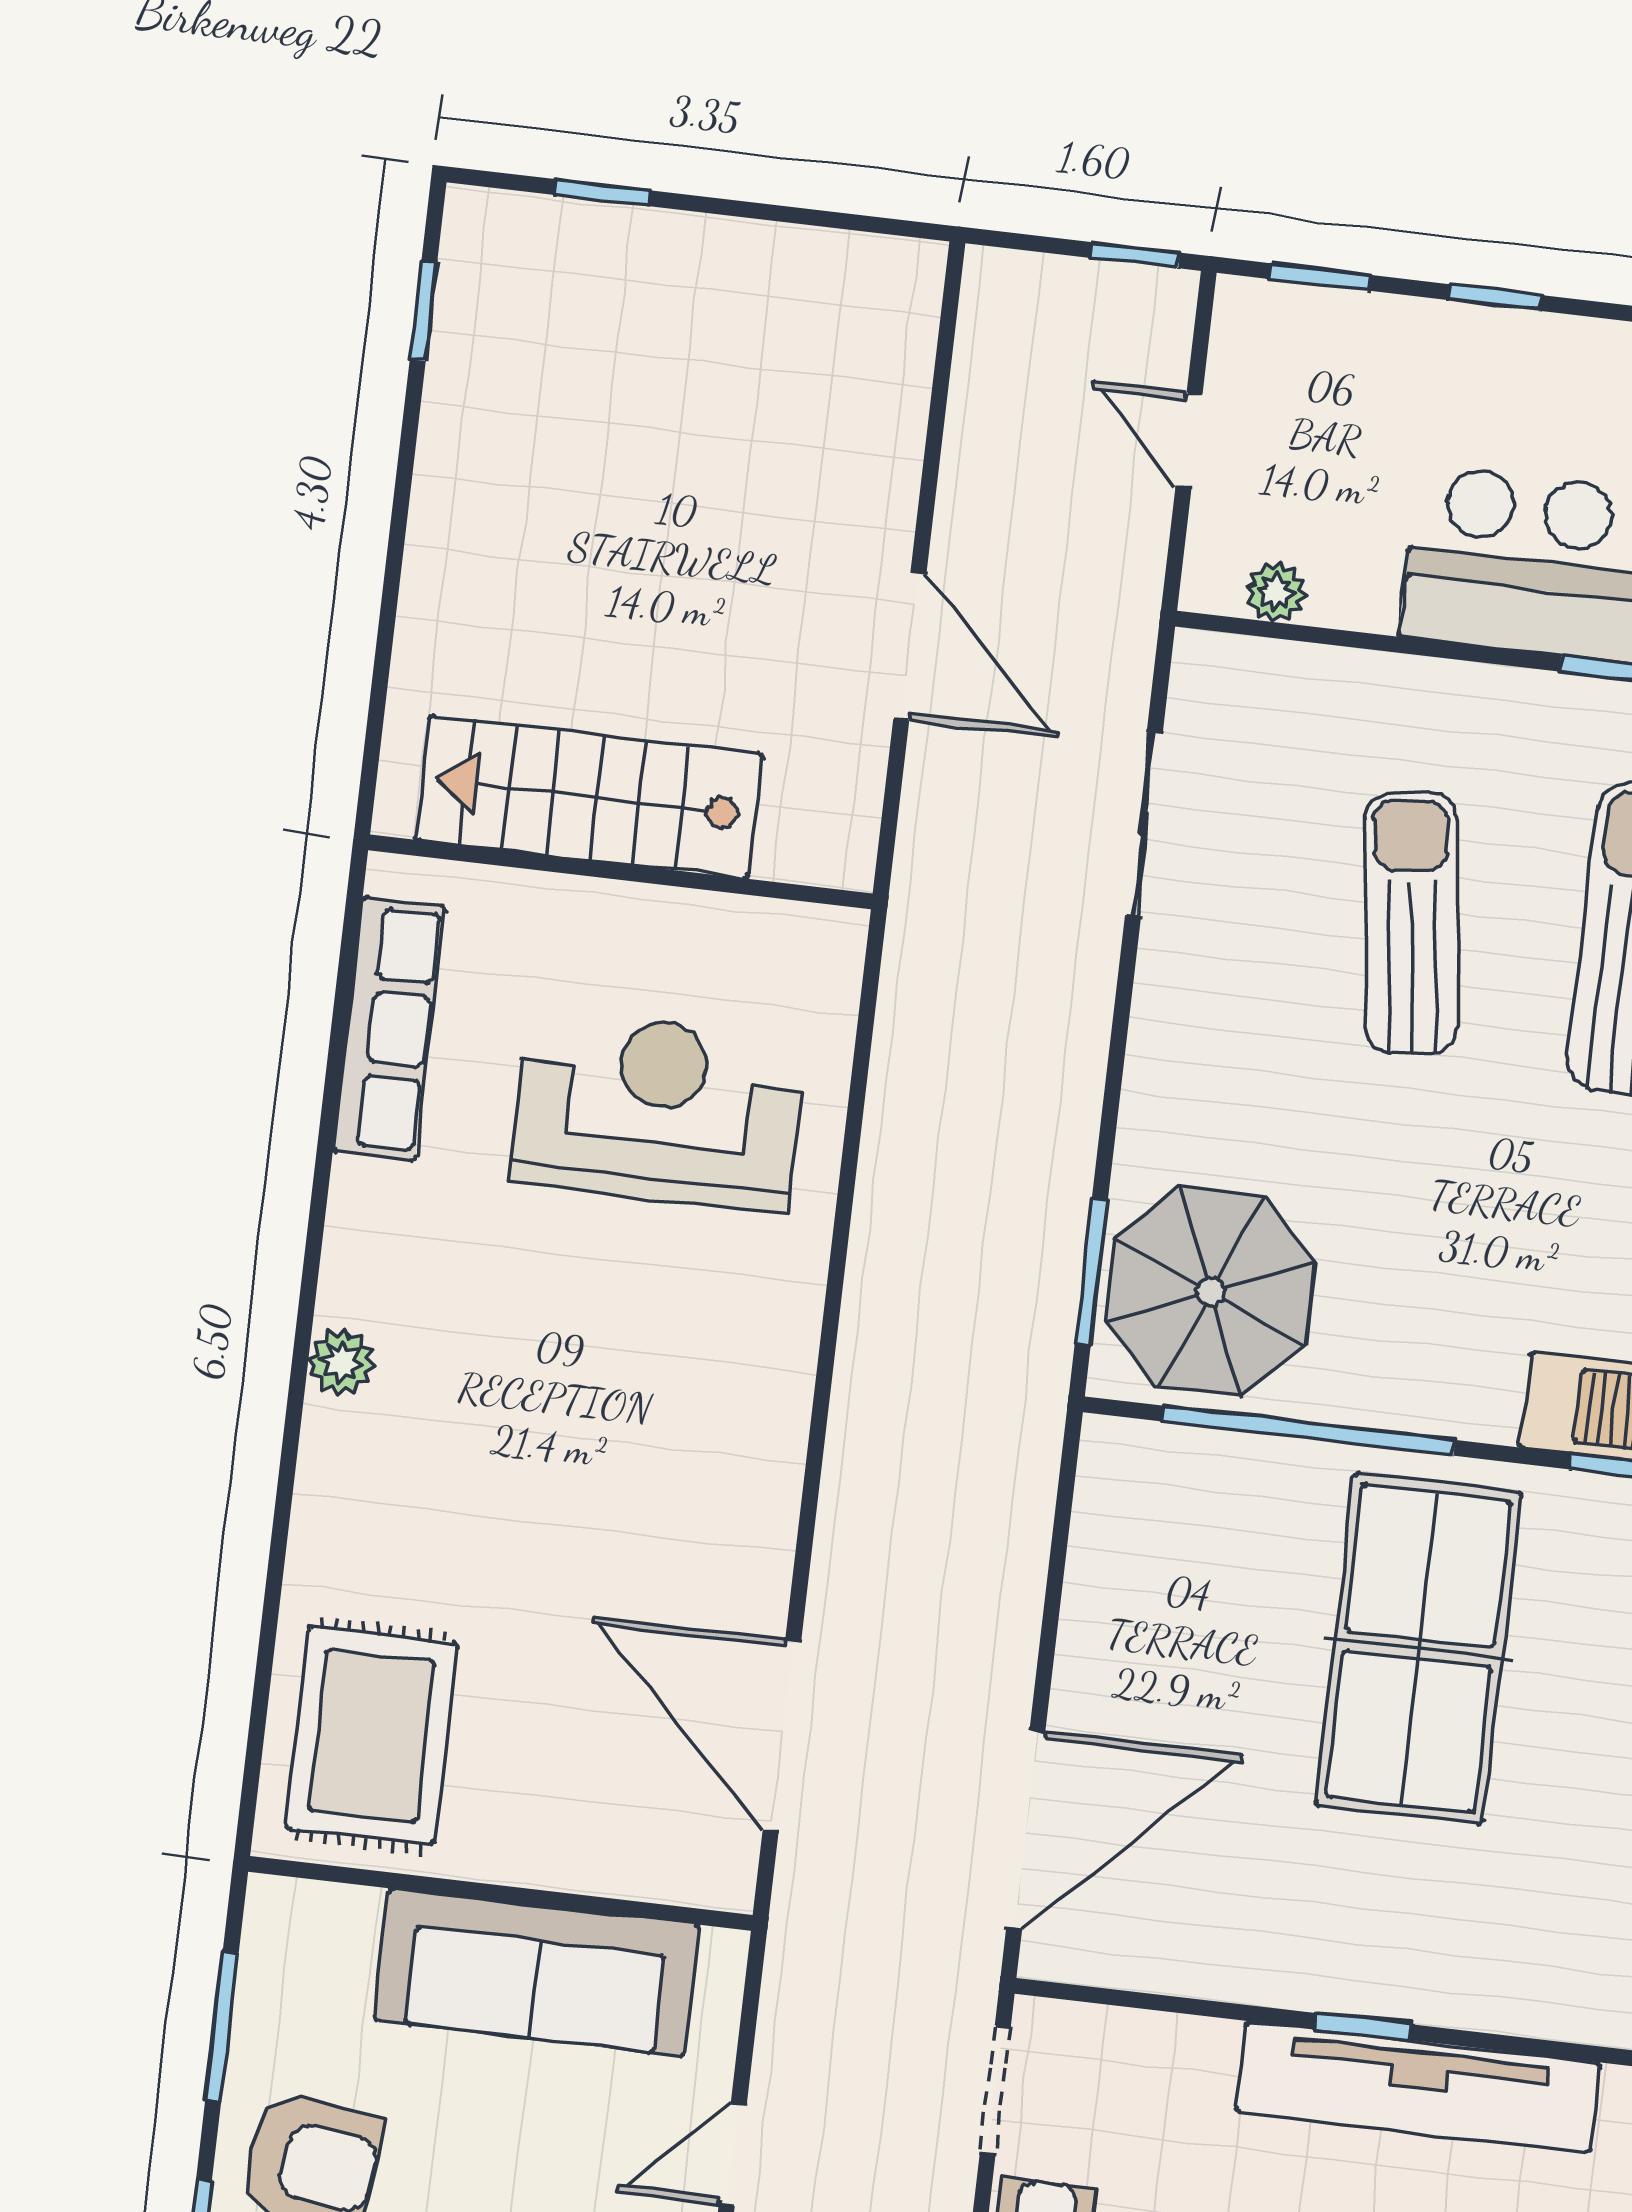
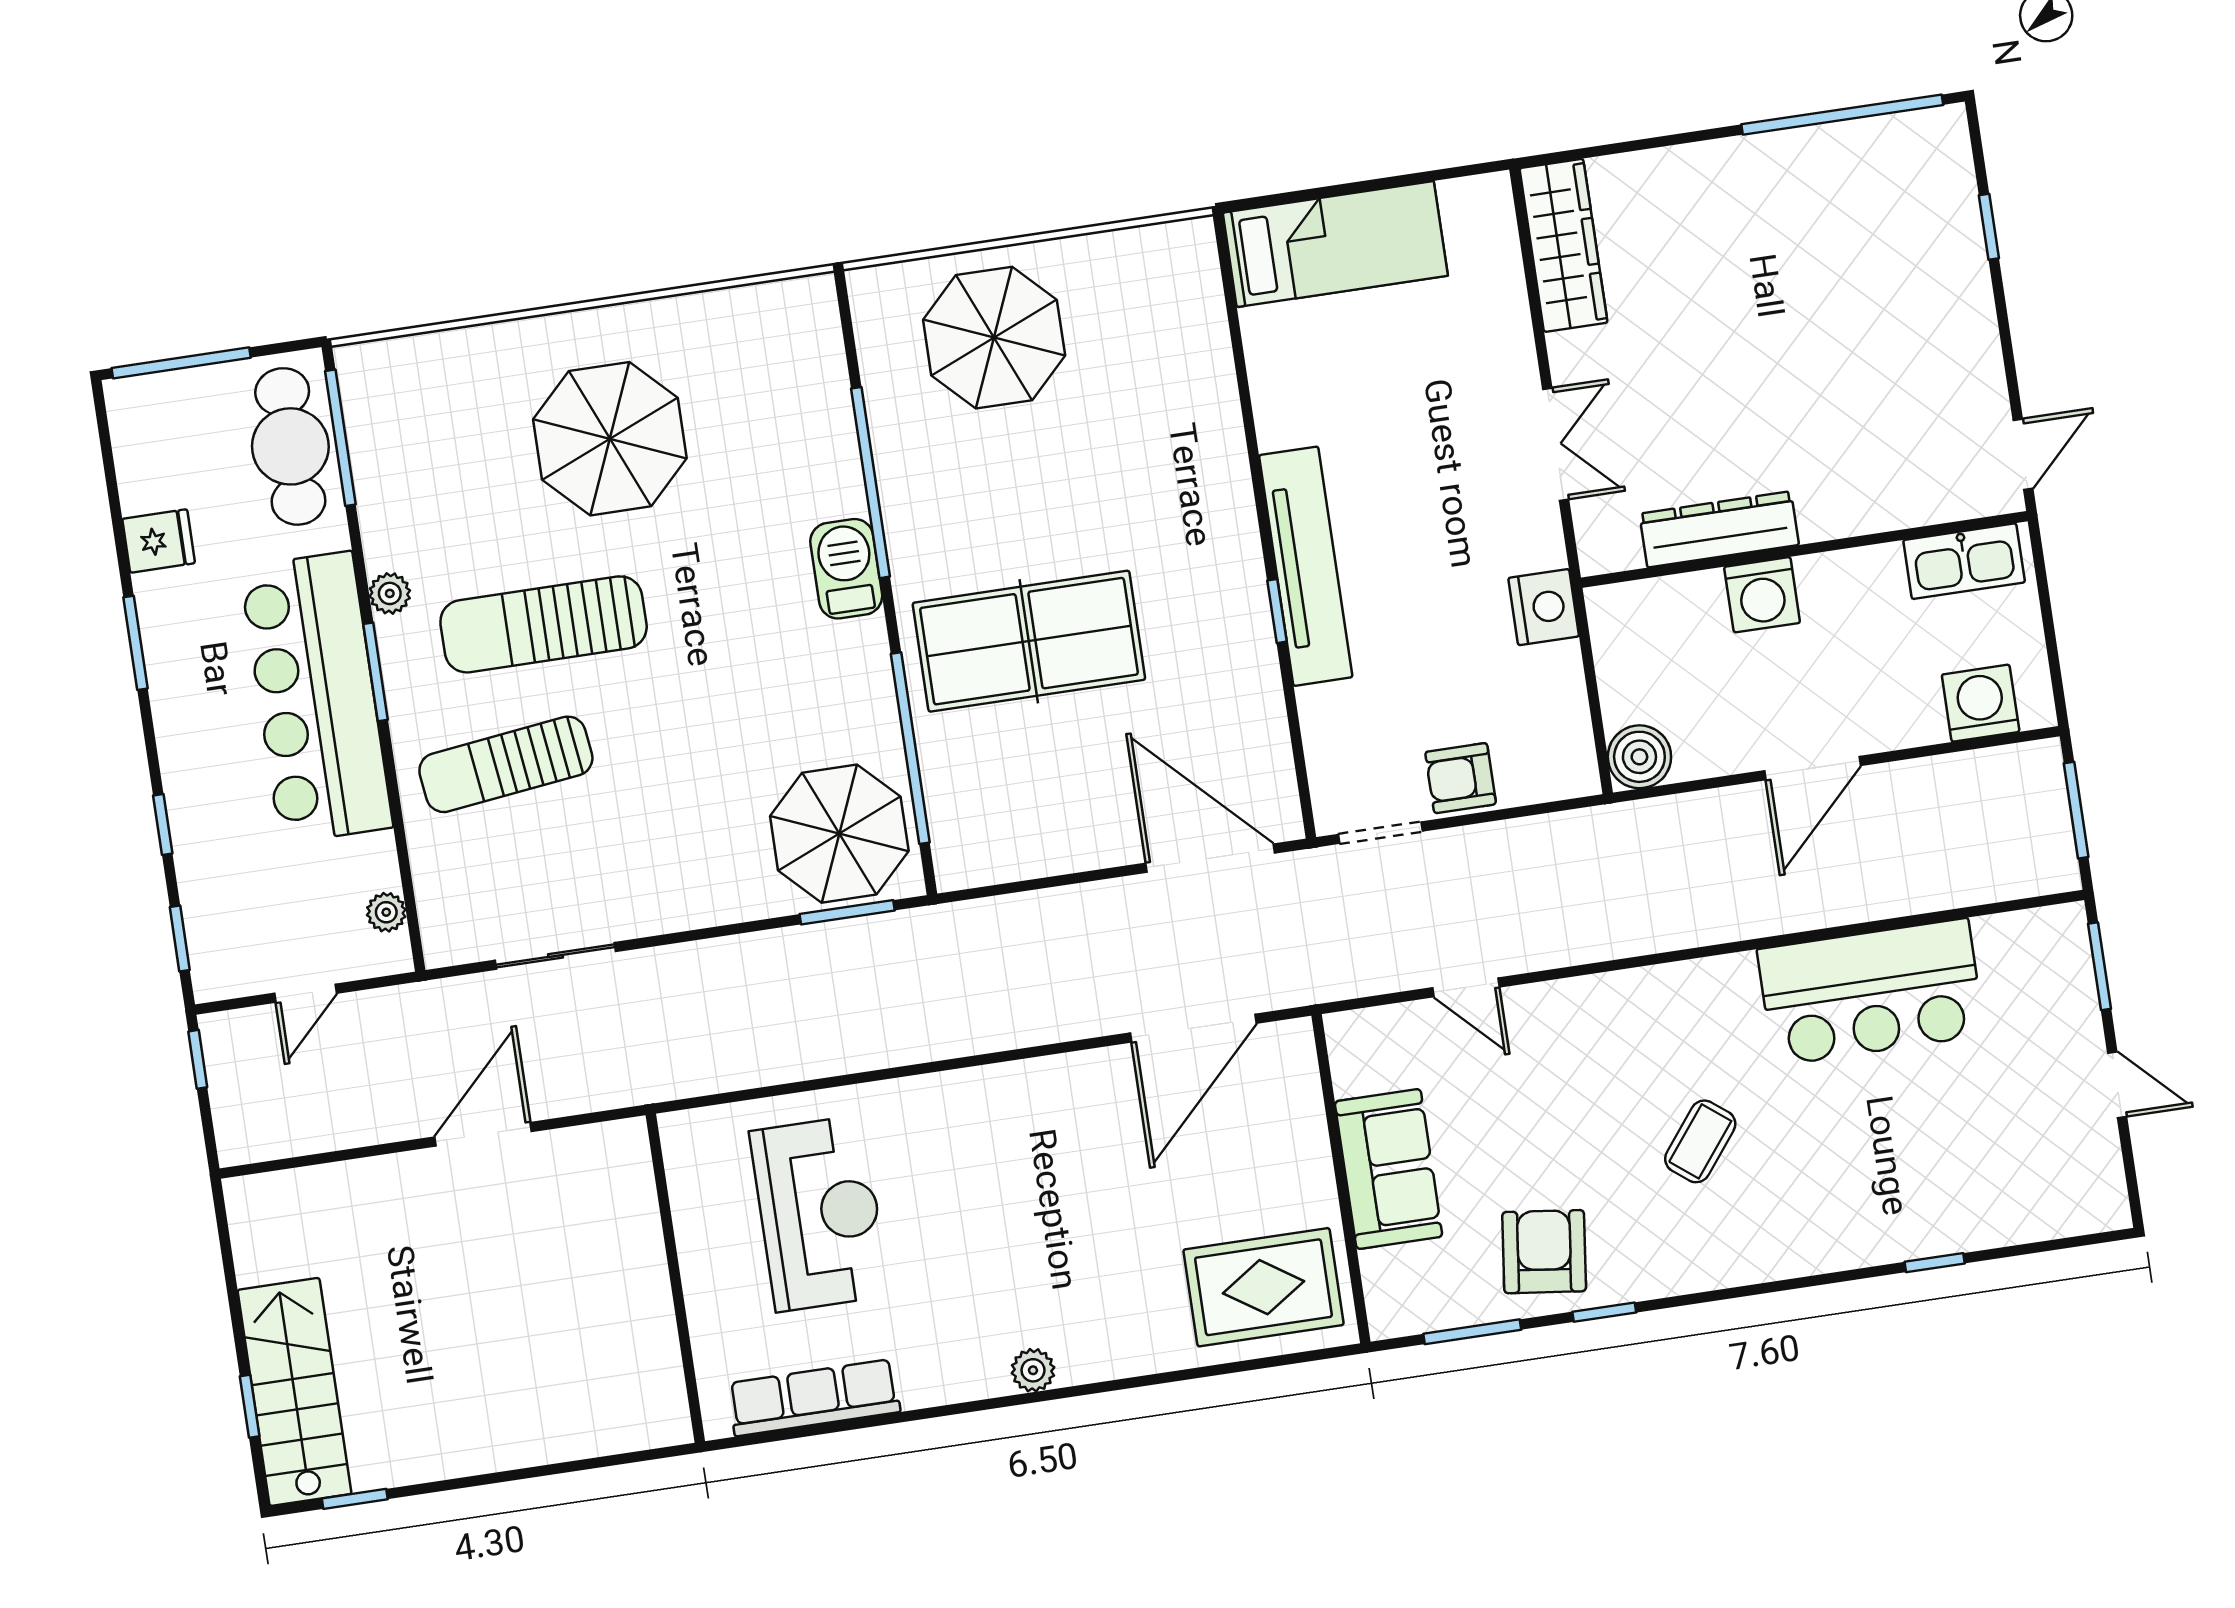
stairs: (589, 797) -> (294, 1392), moved, turned 180
sun lounger: (1411, 923) -> (506, 764), moved
reception desk: (658, 1110) -> (820, 1213), turned 180
sofa: (537, 1972) -> (1389, 1169), width x0.73

